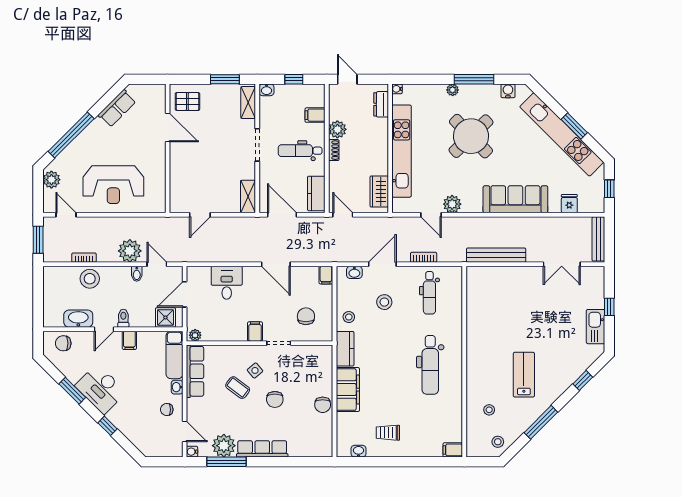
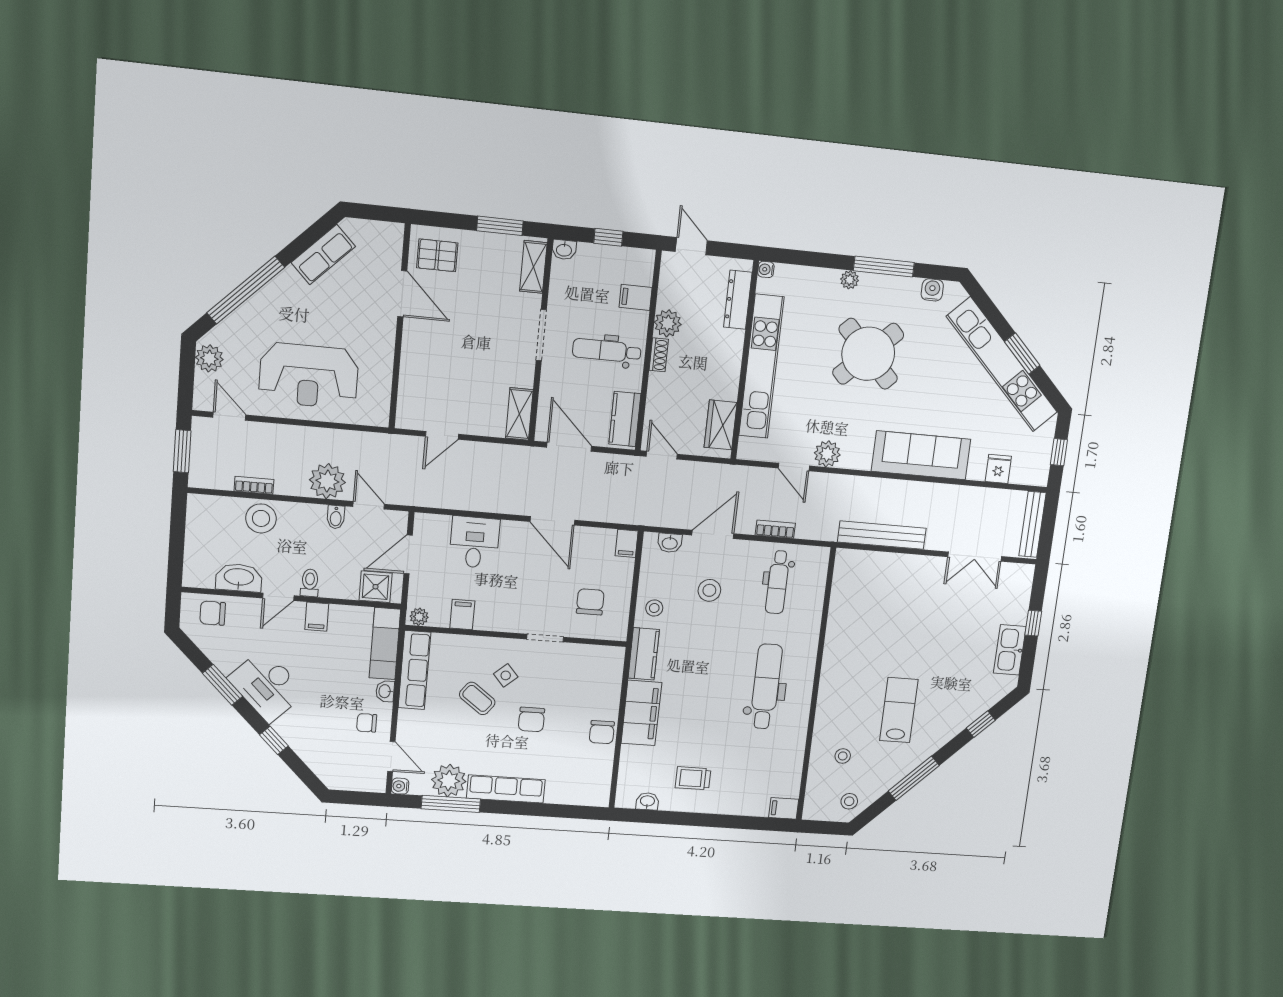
dresser: (381, 104) -> (738, 300), width x1.44
filing cabinet: (255, 331) -> (462, 614), moved
dental chair: (430, 365) -> (766, 686), turned 180

